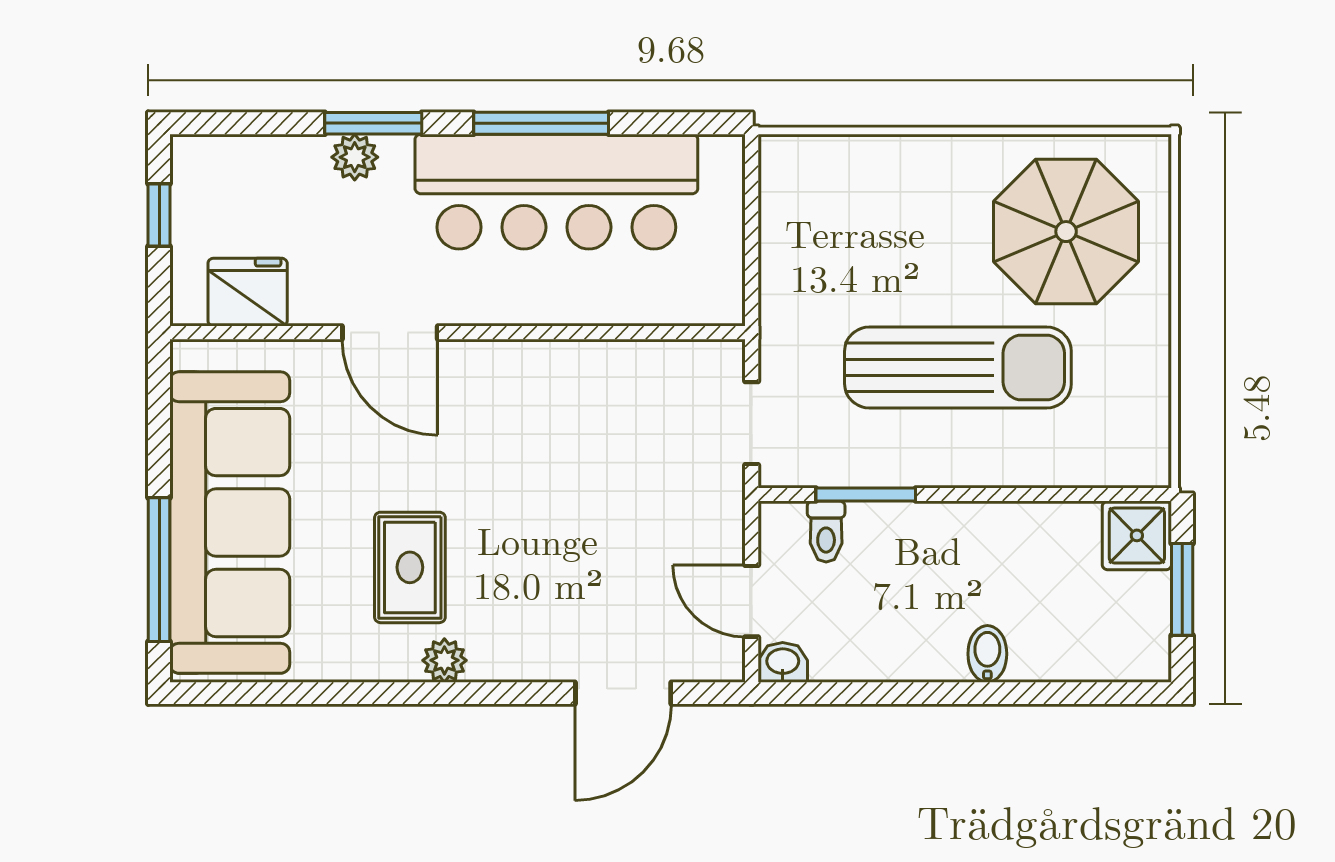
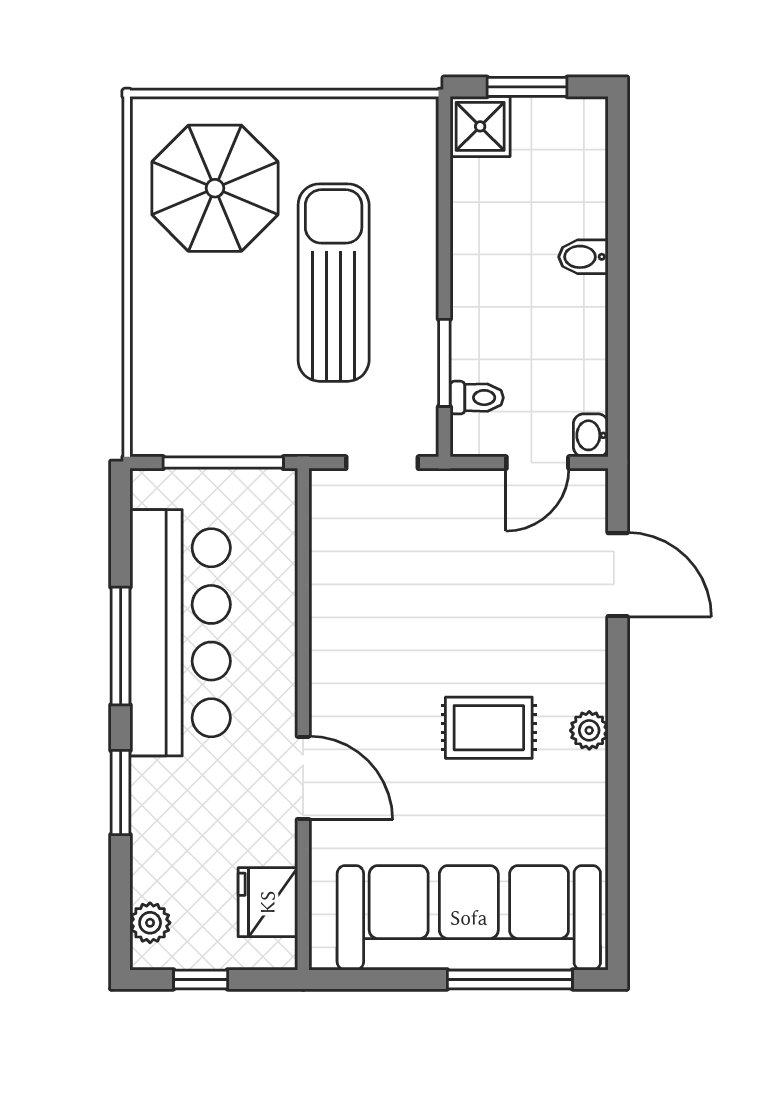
plant: (355, 157) -> (150, 923), moved
window: (752, 241) -> (223, 463), added
door: (390, 333) -> (303, 778), hinge flipped
rug: (410, 567) -> (489, 728), moved

